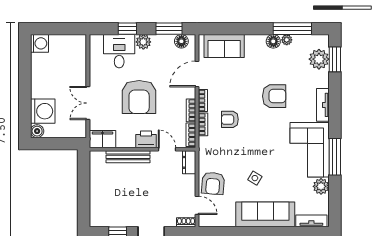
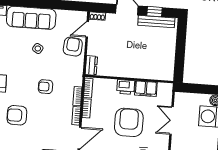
double door: (88, 103) -> (172, 120), swing flipped
armchair: (230, 119) -> (46, 87), moved, turned 180
filing cabinet: (102, 139) -> (146, 89), moved
door: (167, 149) -> (109, 78), removed
bench: (128, 157) -> (156, 22), moved
door: (197, 205) -> (87, 29), hinge flipped

